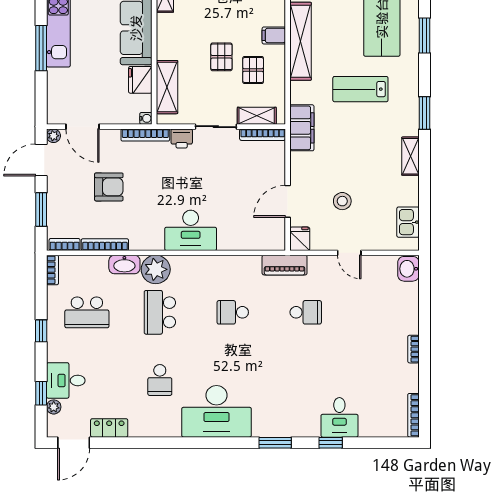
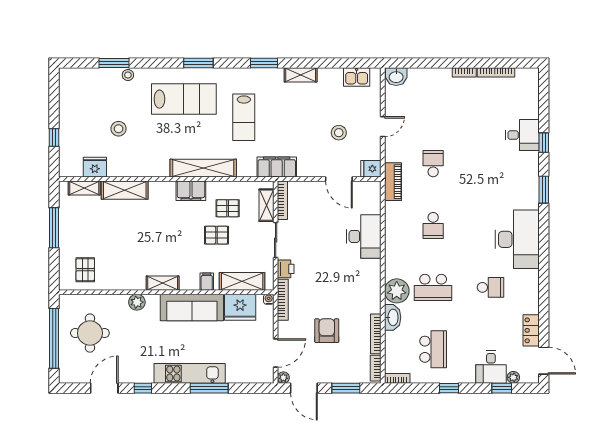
filing cabinet: (274, 35) -> (191, 191), width x2.00
filing cabinet: (167, 45) -> (207, 282), added
fridge: (140, 80) -> (240, 307), width x1.36, depth x1.34
desk: (191, 230) -> (364, 236), moved
bookcase: (413, 415) -> (496, 72), moved

